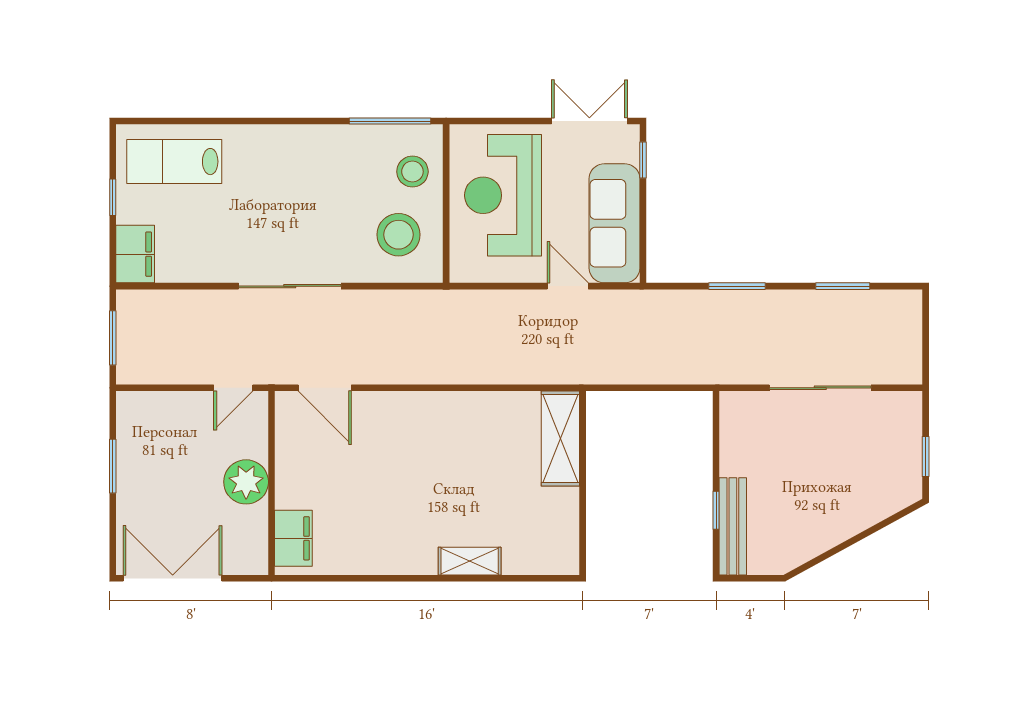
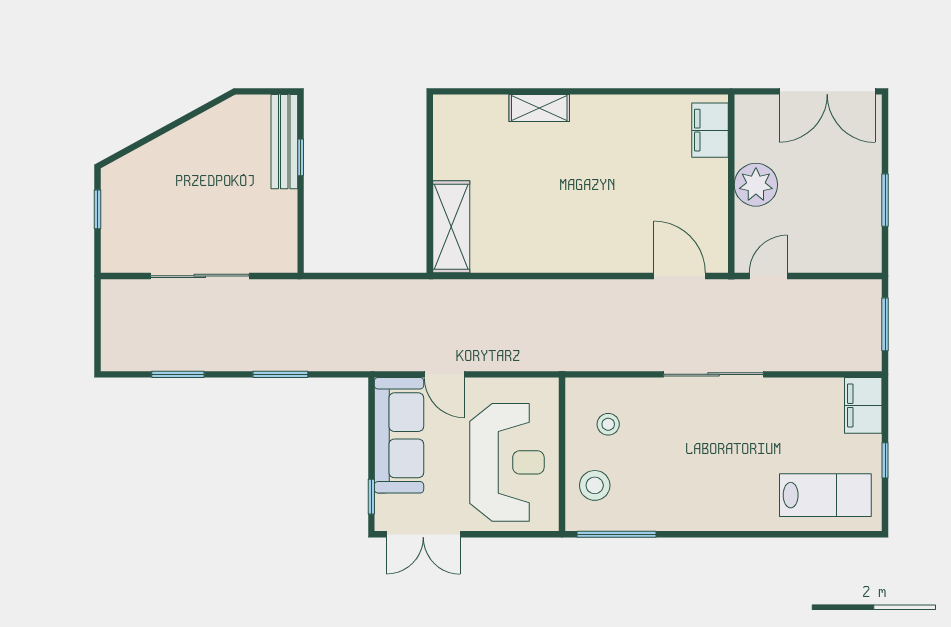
stool: (399, 235) -> (608, 424), width x0.53, depth x0.53

